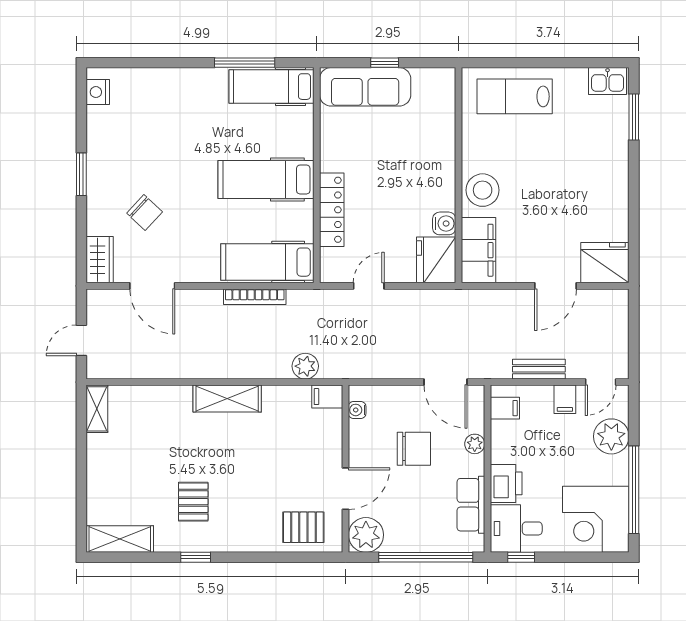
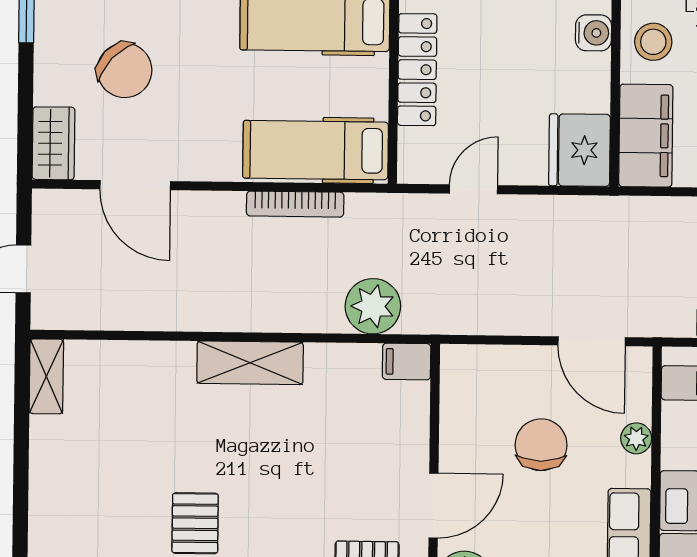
stool: (483, 190) -> (653, 42), width x0.73, depth x0.73
chair: (145, 212) -> (125, 70), width x1.37, depth x1.37
water cooler: (444, 223) -> (593, 33), moved
plant: (305, 366) -> (373, 306), width x1.36, depth x1.36
water cooler: (357, 410) -> (453, 383), removed
chair: (414, 449) -> (541, 445), turned -90

